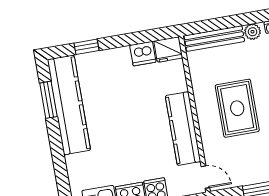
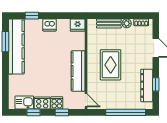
bench: (214, 39) -> (109, 24), width x0.73
dishwasher: (143, 54) -> (50, 25), moved

